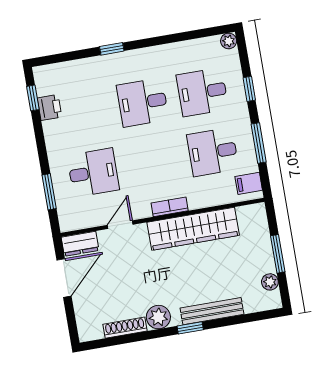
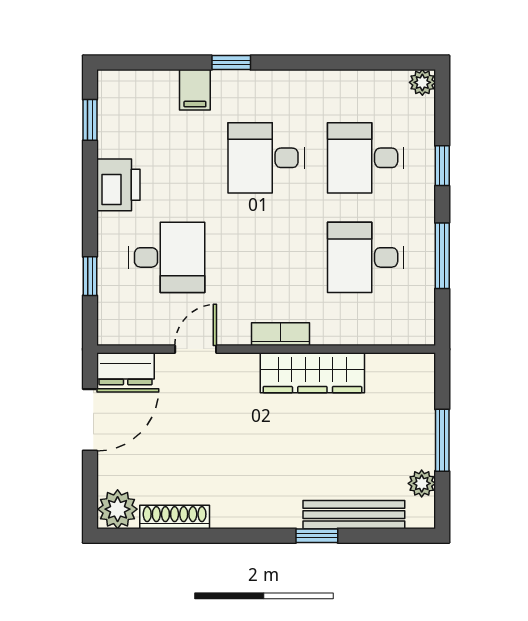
printer: (50, 107) -> (118, 185), moved, width x1.36, depth x1.24
filing cabinet: (249, 183) -> (195, 90), moved, turned -90
window: (49, 192) -> (90, 276), width x0.67
wardrobe: (193, 229) -> (312, 373), width x0.71, depth x0.85
bench: (212, 311) -> (354, 515), moved
plant: (158, 317) -> (118, 509), moved
window: (190, 328) -> (317, 536), moved

